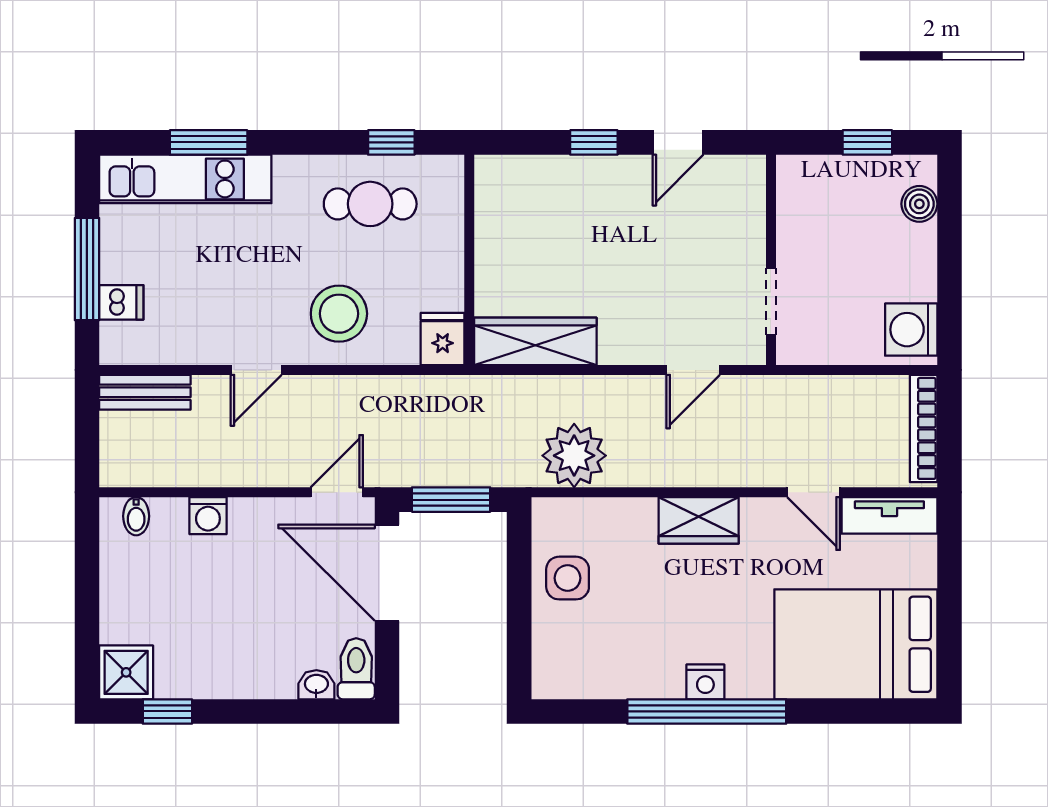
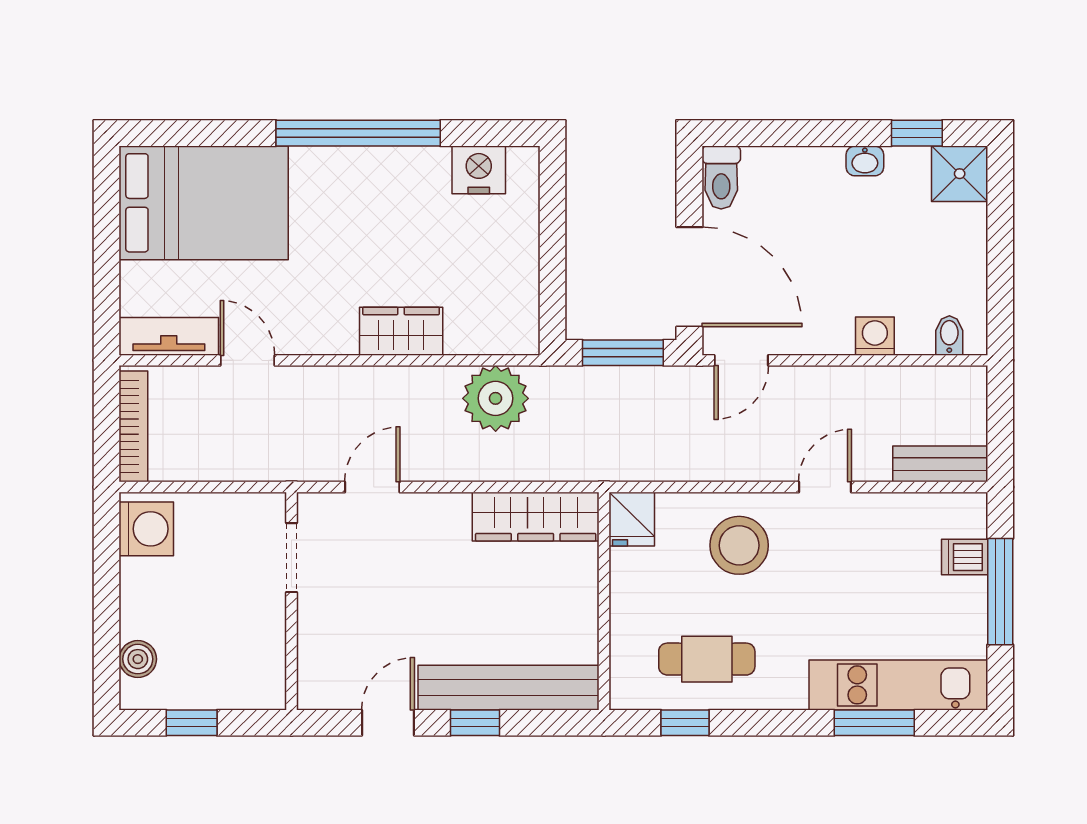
bench: (562, 176) -> (508, 688), added
wardrobe: (699, 520) -> (401, 331), moved
side table: (568, 578) -> (502, 271), removed
nightstand: (705, 682) -> (479, 170), moved, width x1.36, depth x1.33
washbasin: (316, 685) -> (865, 161), moved

